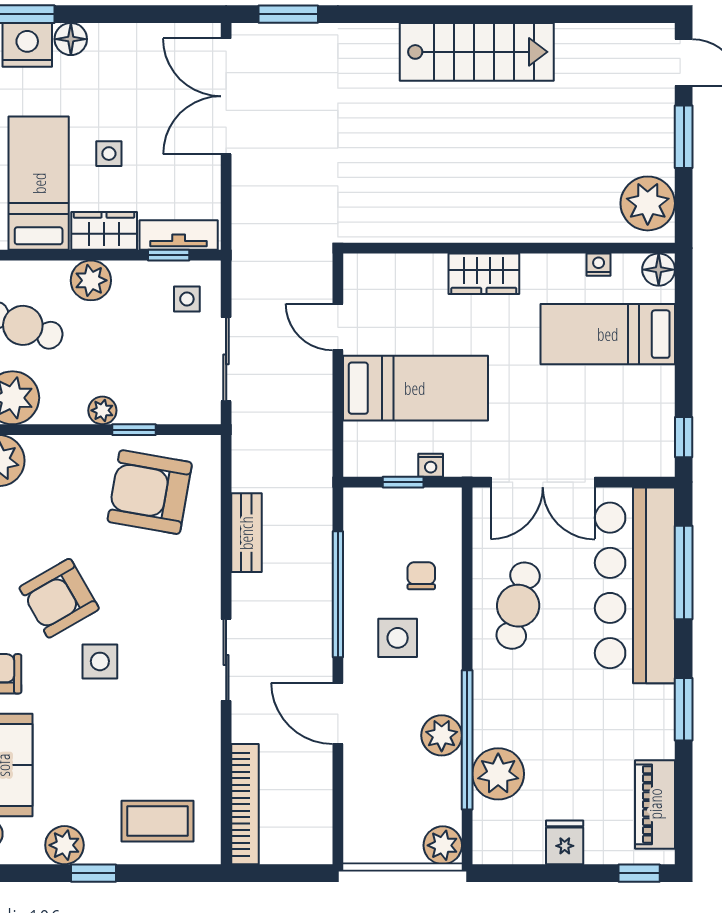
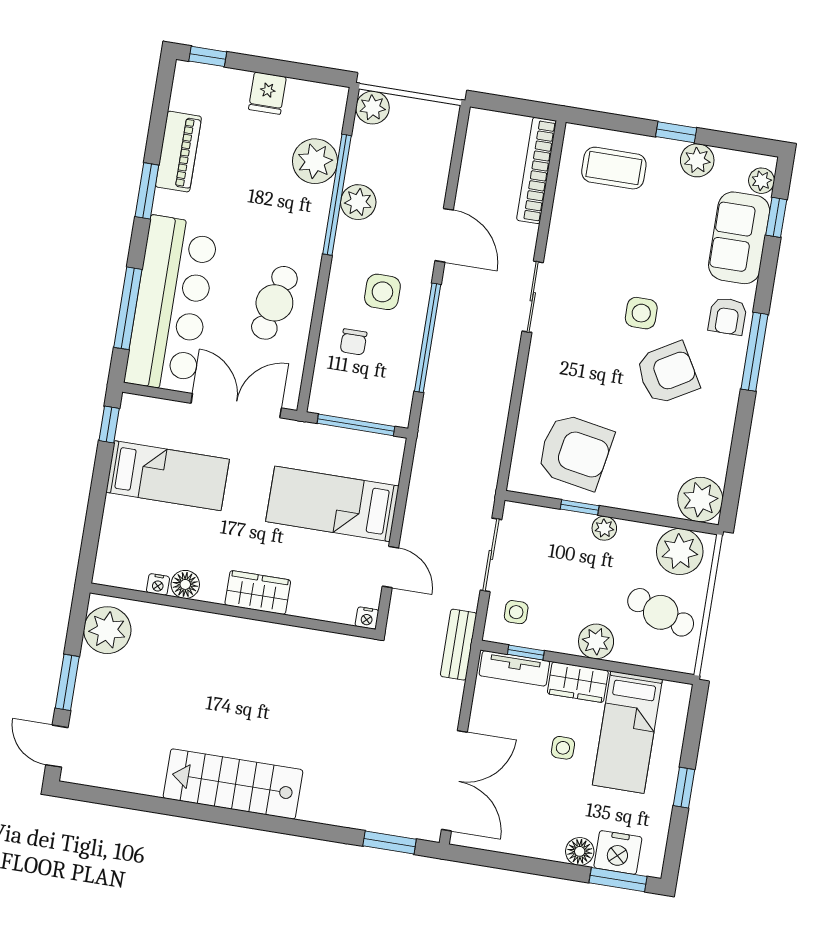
floor lamp: (659, 270) -> (185, 584), moved
bed: (608, 334) -> (168, 476), moved
nightstand: (431, 465) -> (367, 618), moved, turned 180
window: (403, 482) -> (356, 425), width x2.17
bench: (246, 533) -> (458, 645), moved
piano: (655, 804) -> (178, 152), moved

